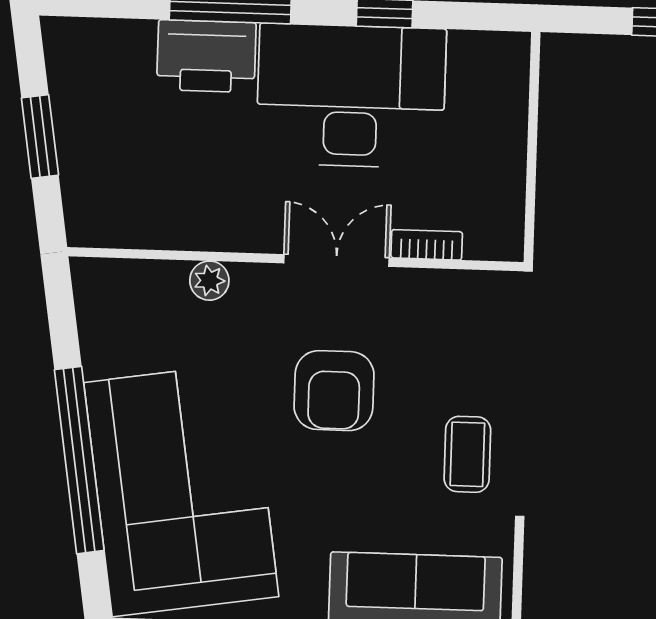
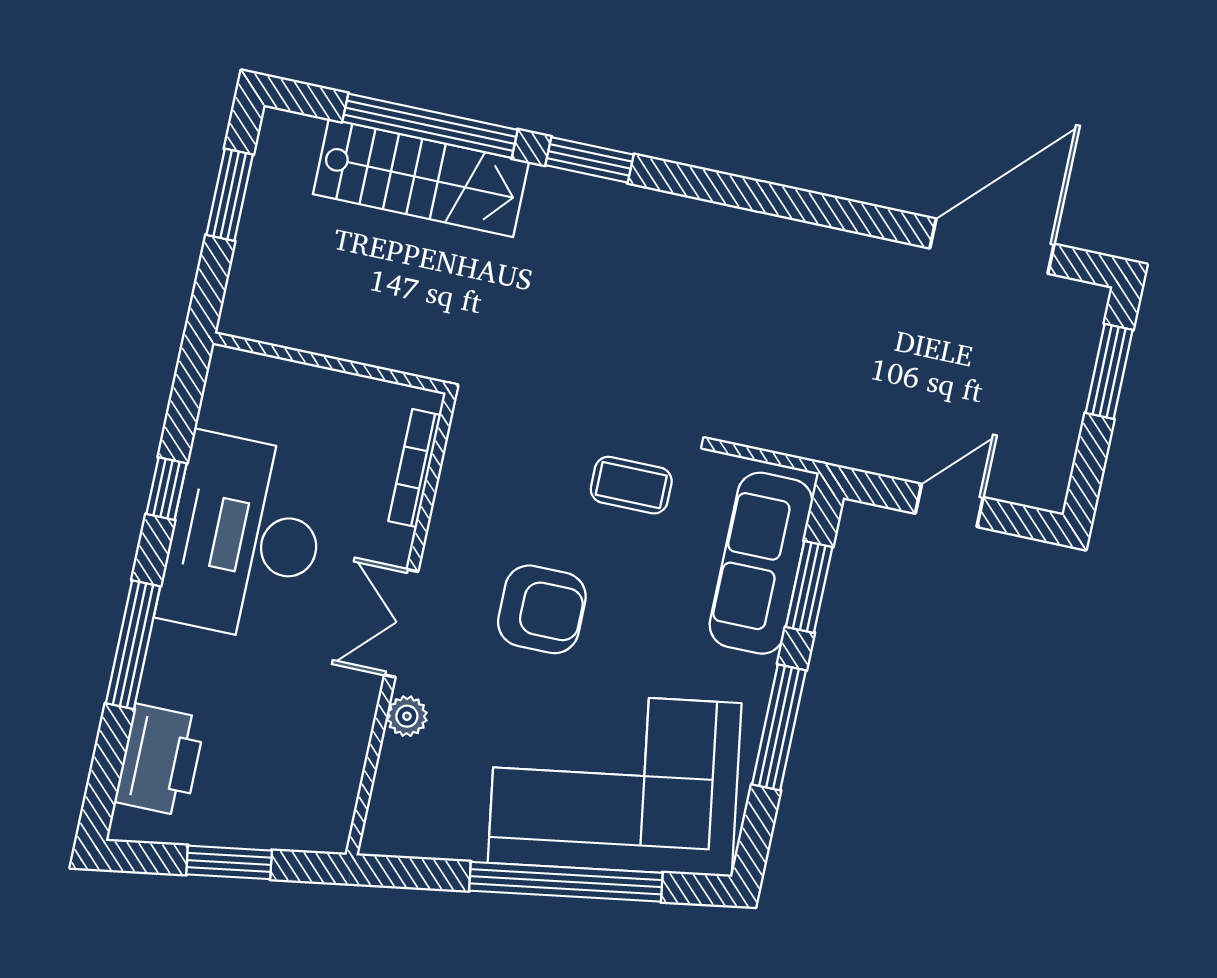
printer: (206, 56) -> (160, 760), moved
bookcase: (427, 245) -> (415, 468), width x1.56
double door: (336, 261) -> (401, 623), moved

